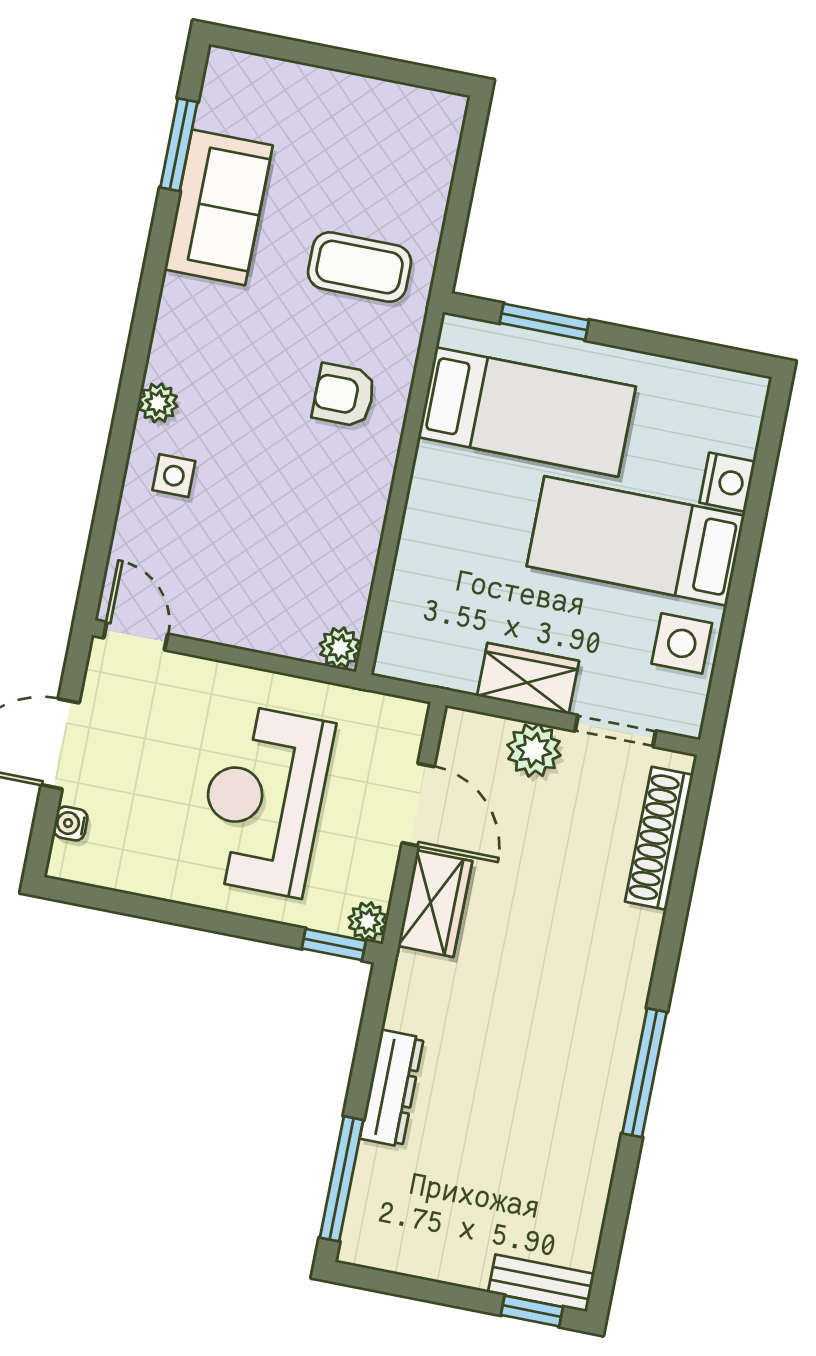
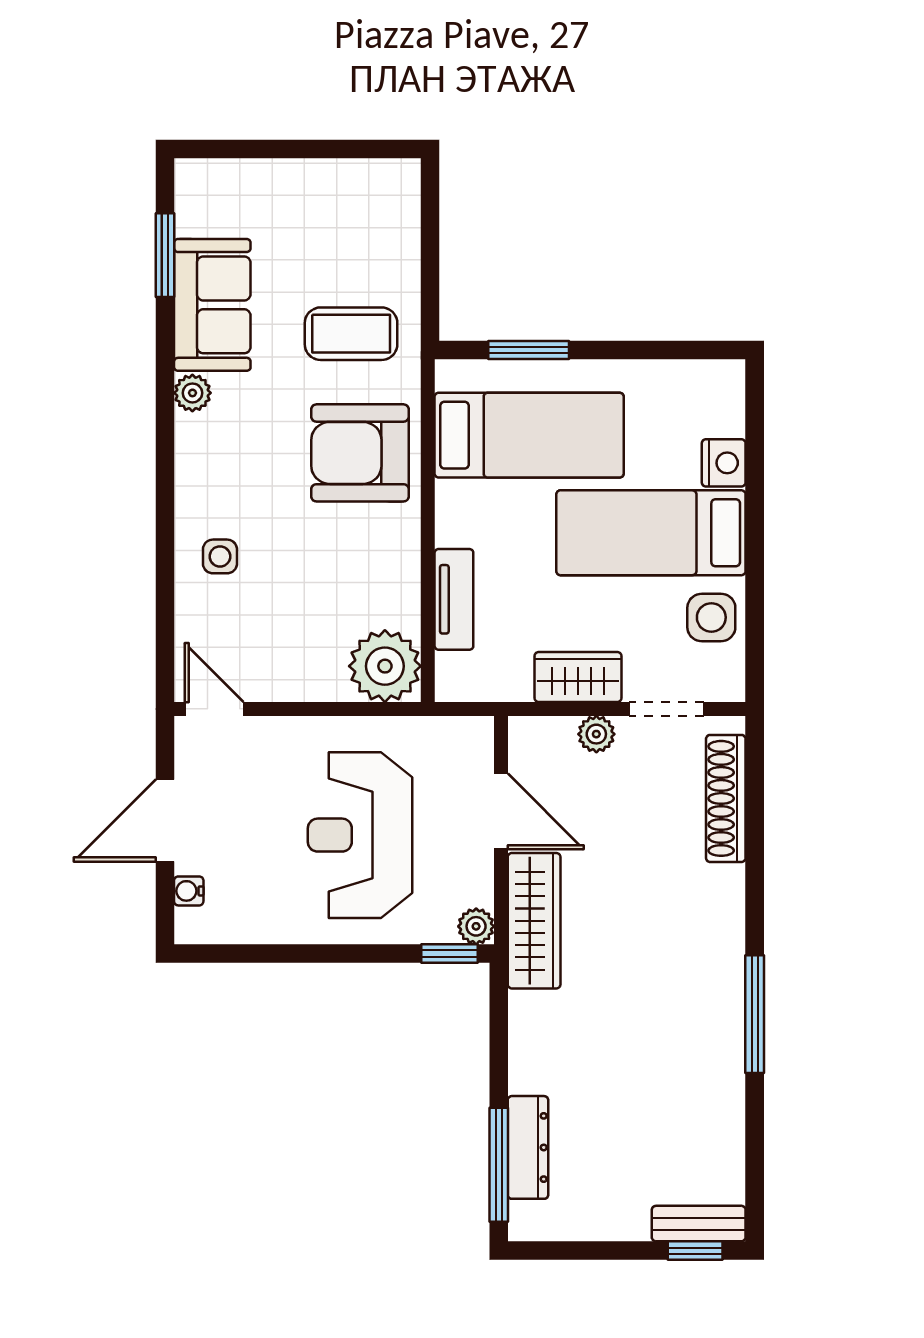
armchair: (344, 395) -> (360, 453), width x1.88, depth x1.88
plant: (158, 403) -> (192, 393), moved
tv unit: (413, 570) -> (454, 599), added
plant: (340, 648) -> (385, 666), width x1.88, depth x1.88
plant: (534, 750) -> (596, 734), width x0.73, depth x0.73
wardrobe: (435, 904) -> (534, 921), width x1.50
dresser: (392, 1088) -> (528, 1147), moved

